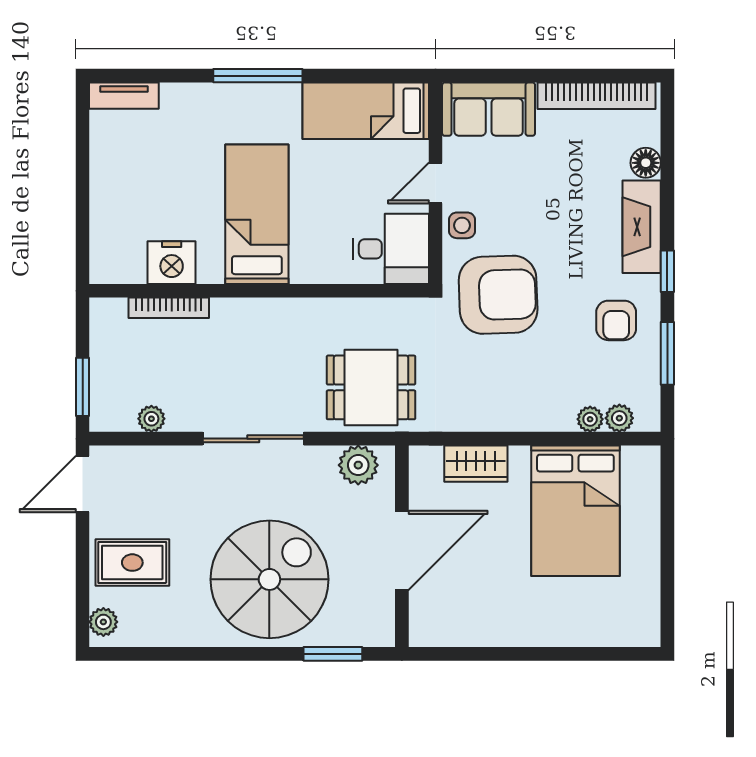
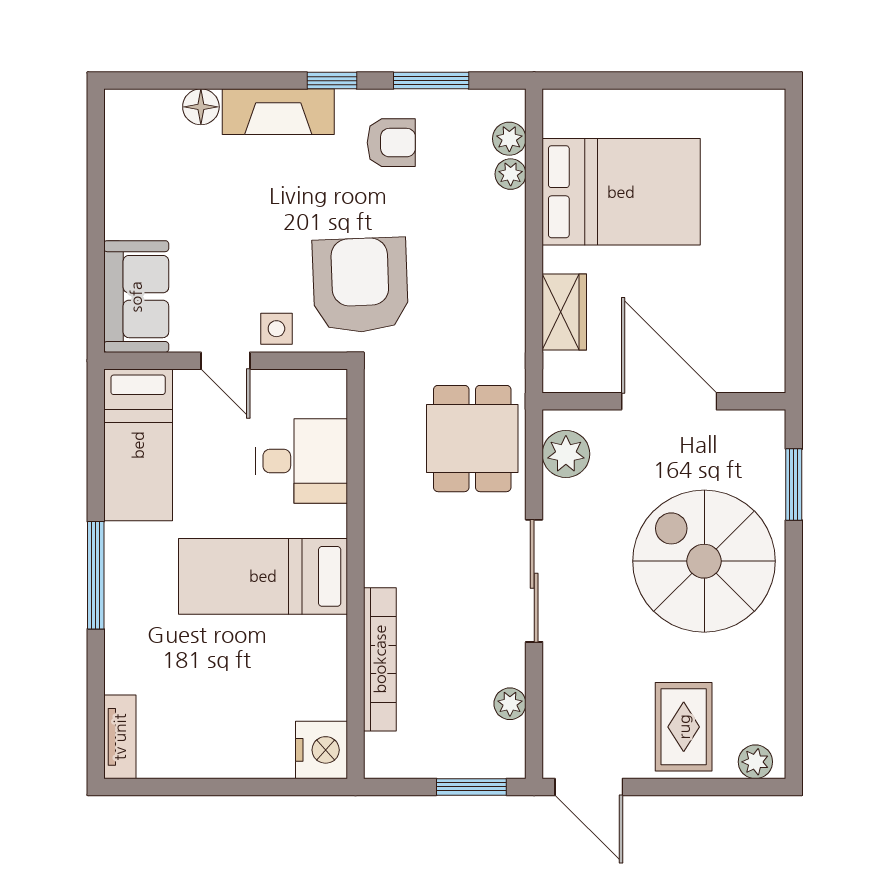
bookcase: (597, 96) -> (120, 166), removed
desk: (391, 249) -> (302, 461), moved, turned 90
nightstand: (172, 263) -> (321, 750), moved
bookcase: (169, 308) -> (380, 659), width x1.48, depth x1.31

